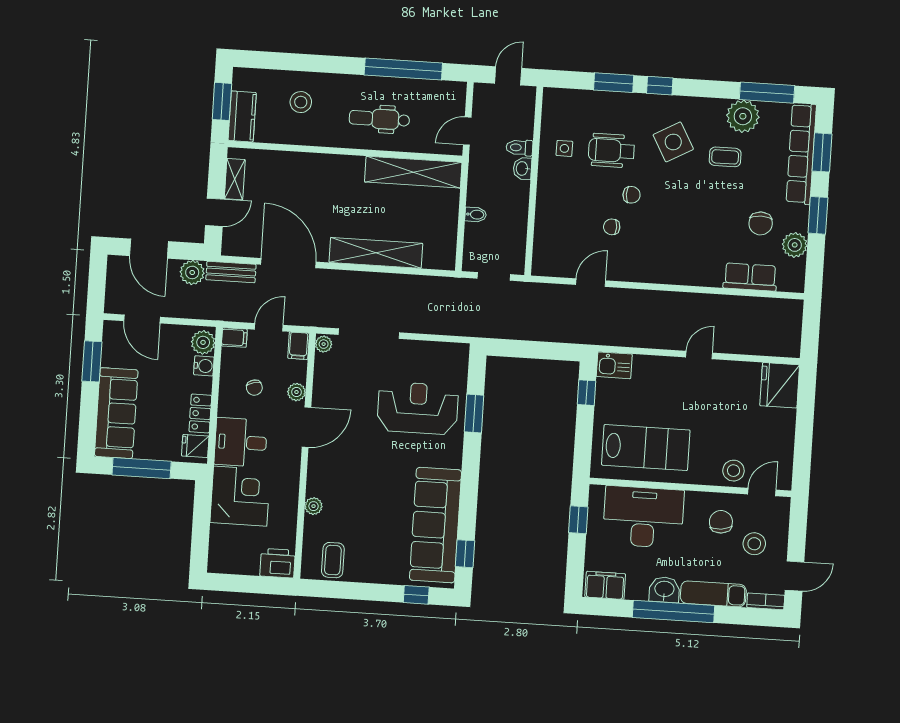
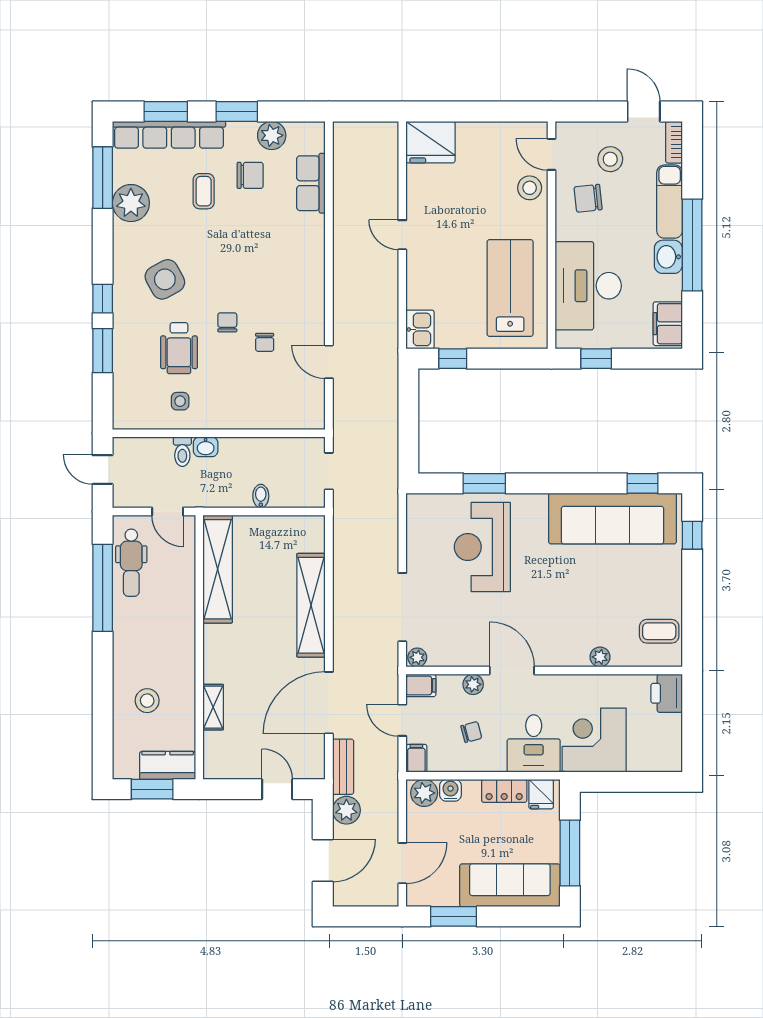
dental chair: (379, 119) -> (131, 563), moved
coffee table: (725, 157) -> (204, 191), moved
shelving: (235, 179) -> (213, 707), moved, turned 90

